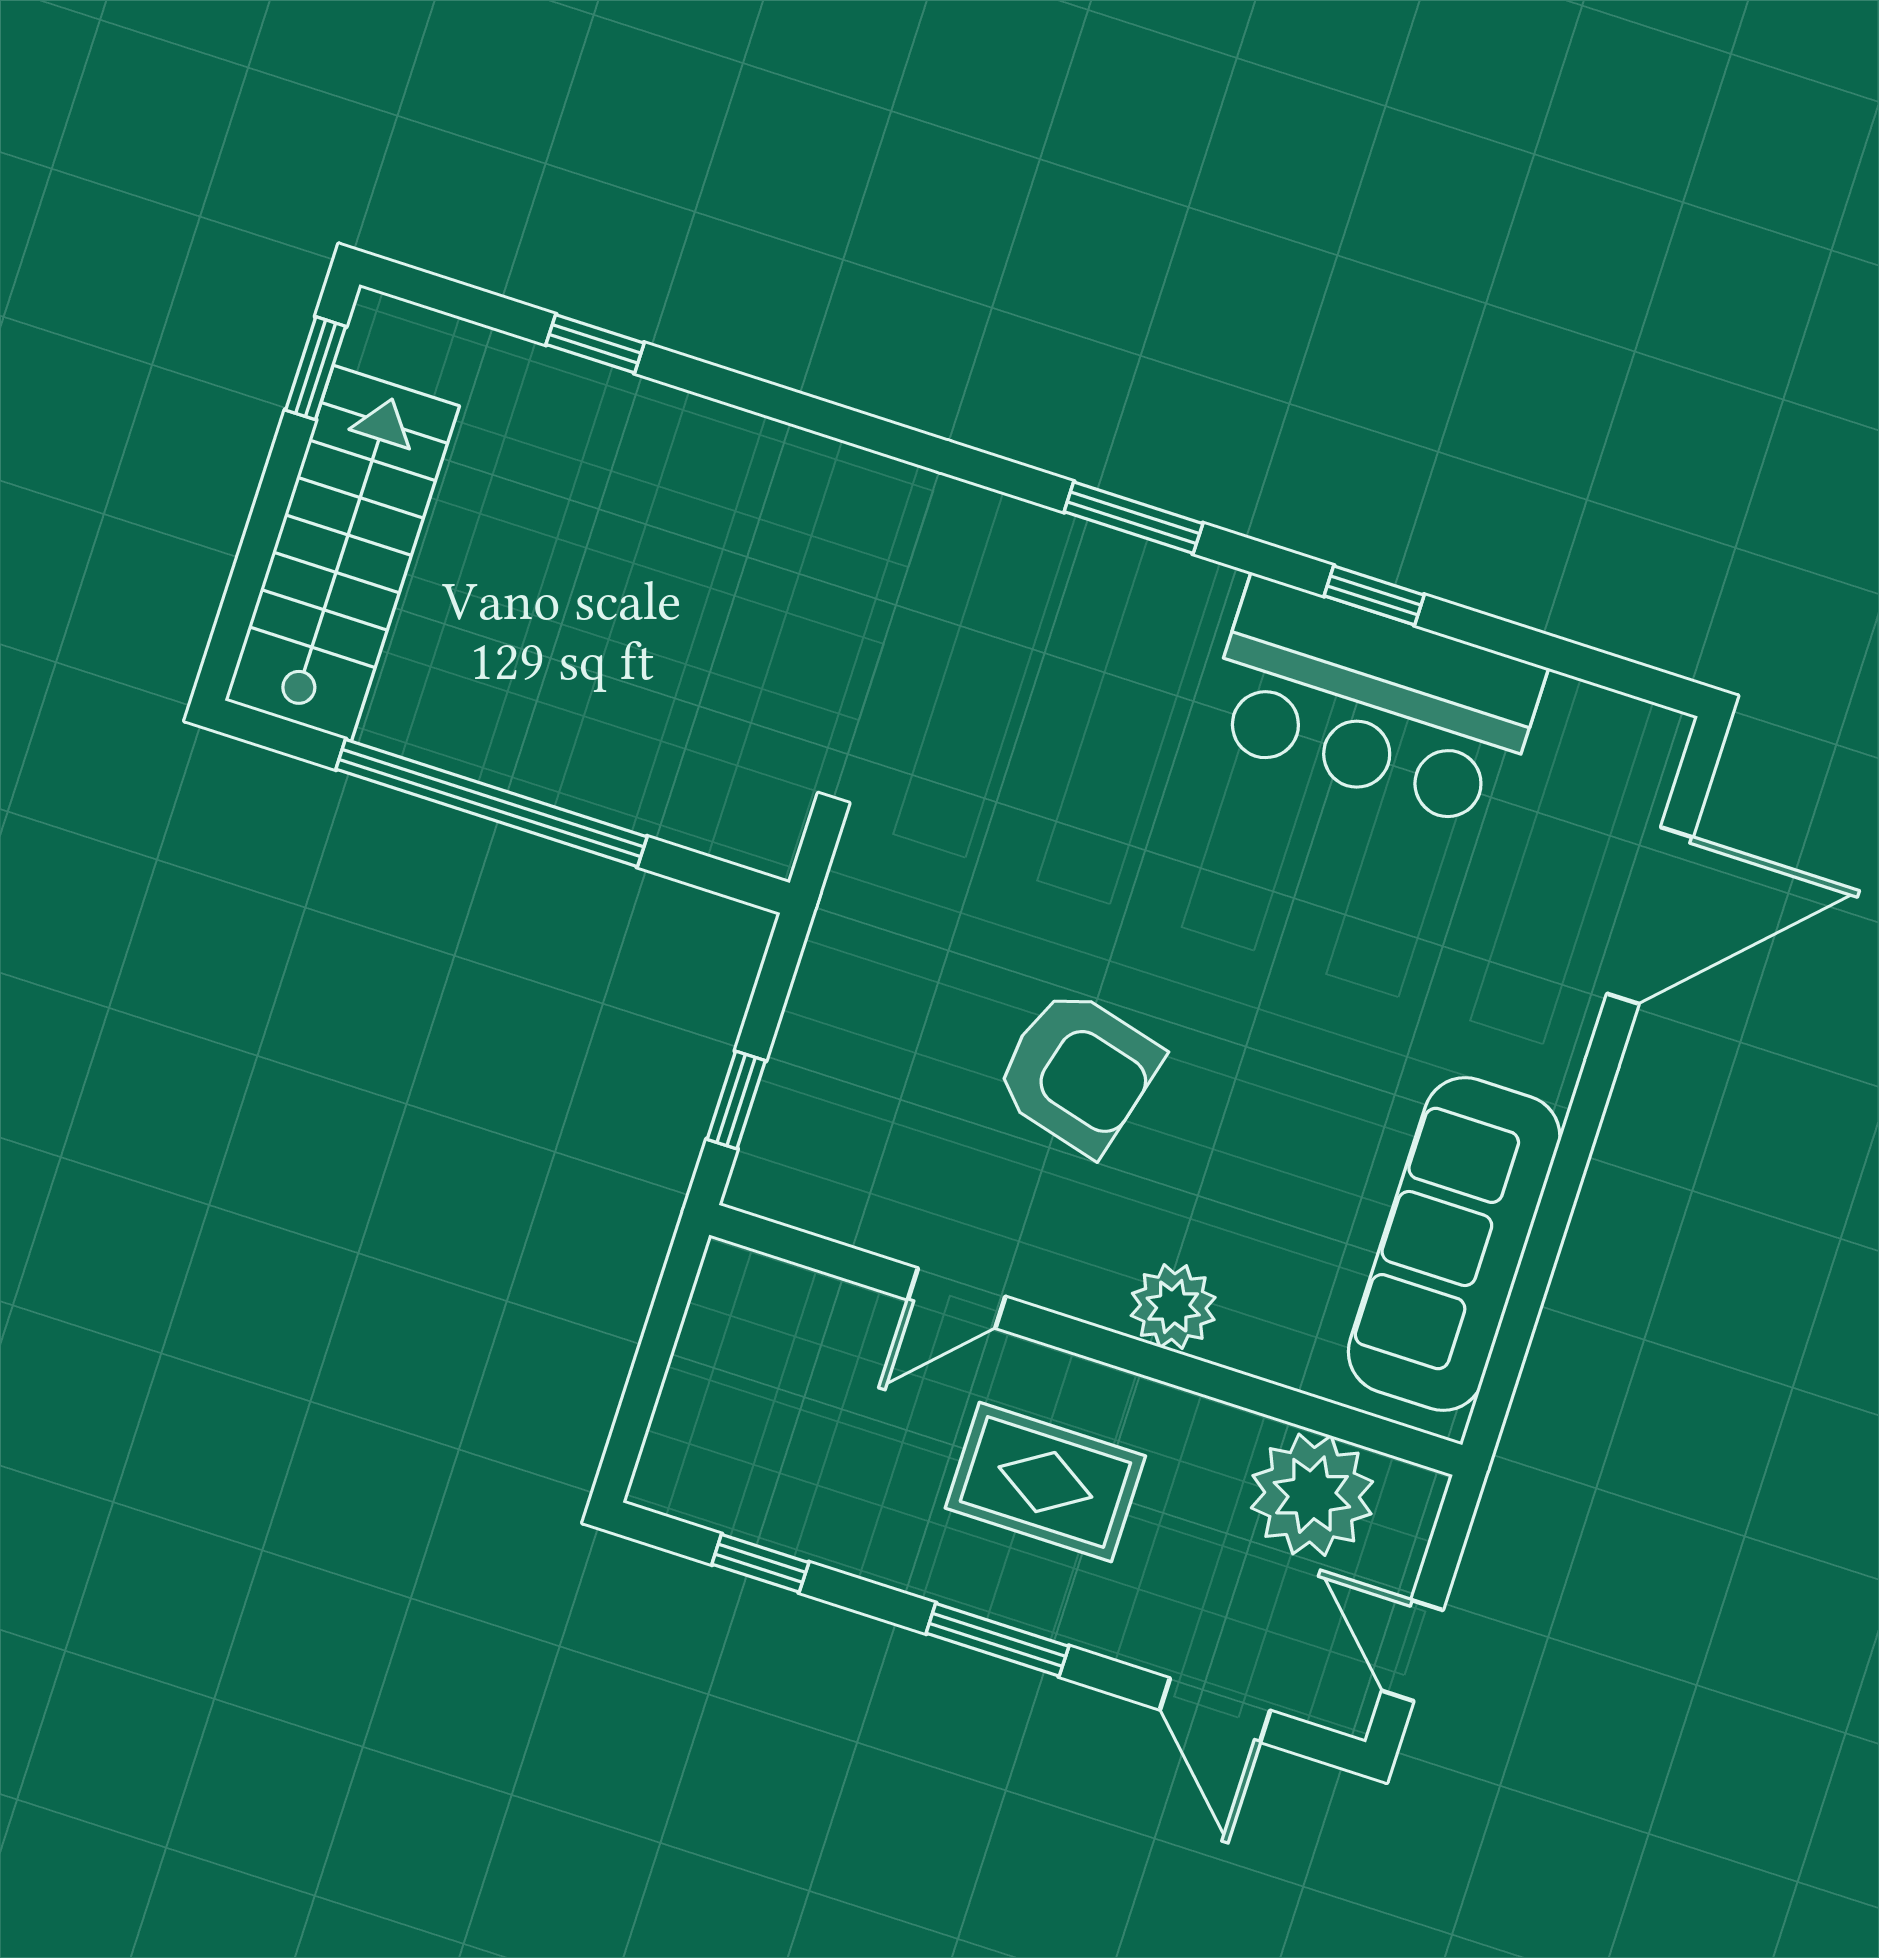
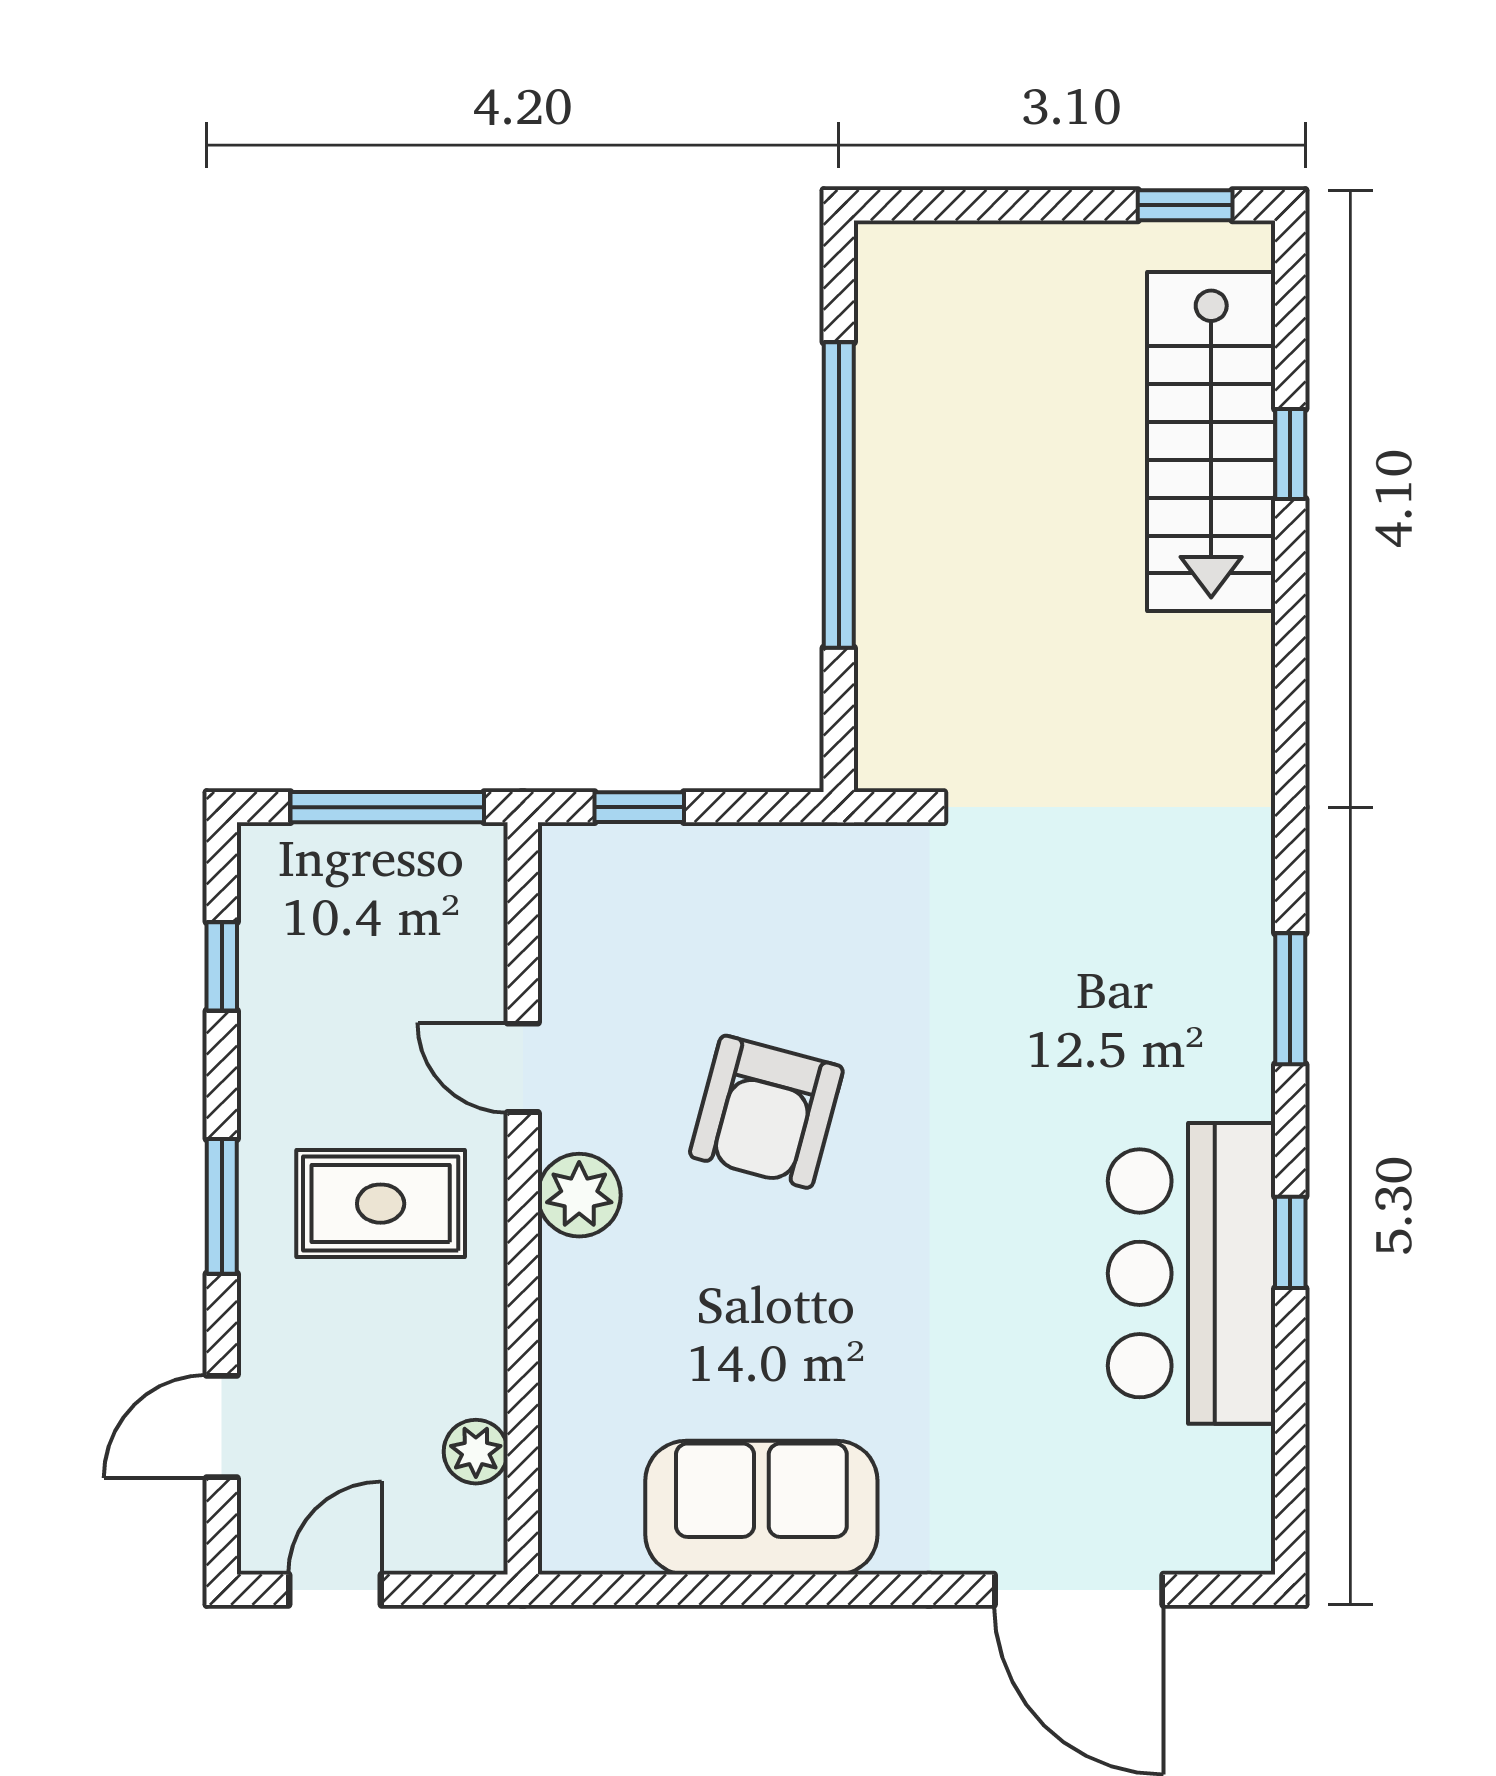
stairs: (342, 553) -> (1211, 442), moved, turned 90
sofa: (1454, 1244) -> (761, 1508), width x0.73
plant: (1173, 1306) -> (579, 1195), moved
window: (656, 1349) -> (387, 807), added
rug: (1045, 1482) -> (381, 1204), turned 90
plant: (1312, 1495) -> (476, 1452), width x0.53, depth x0.53

